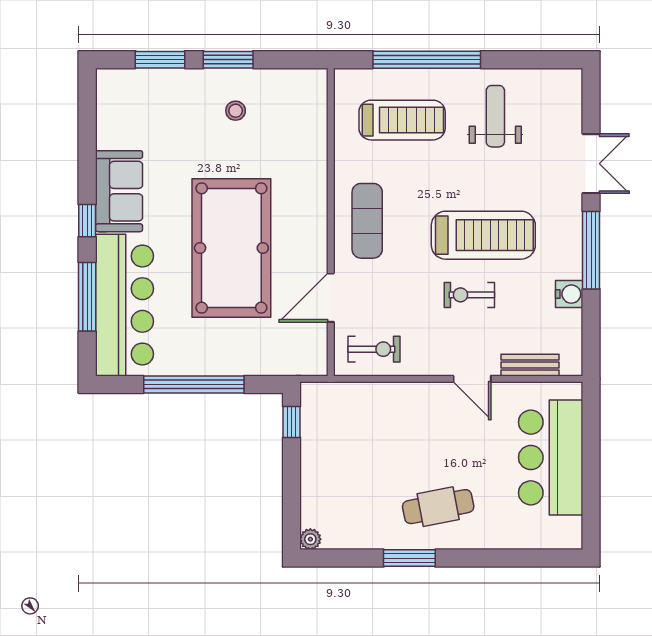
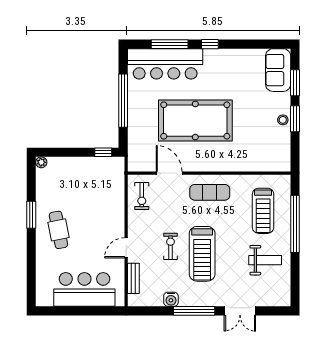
stool: (236, 111) -> (283, 120), moved
sofa: (119, 191) -> (278, 70), moved, turned 90

